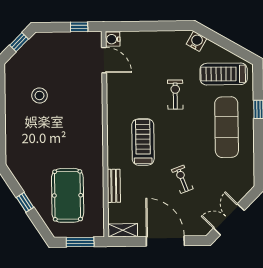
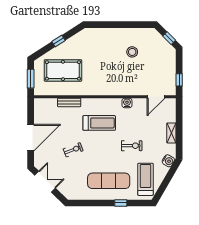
water cooler: (113, 39) -> (127, 103), moved
shelving: (123, 230) -> (171, 133), moved

